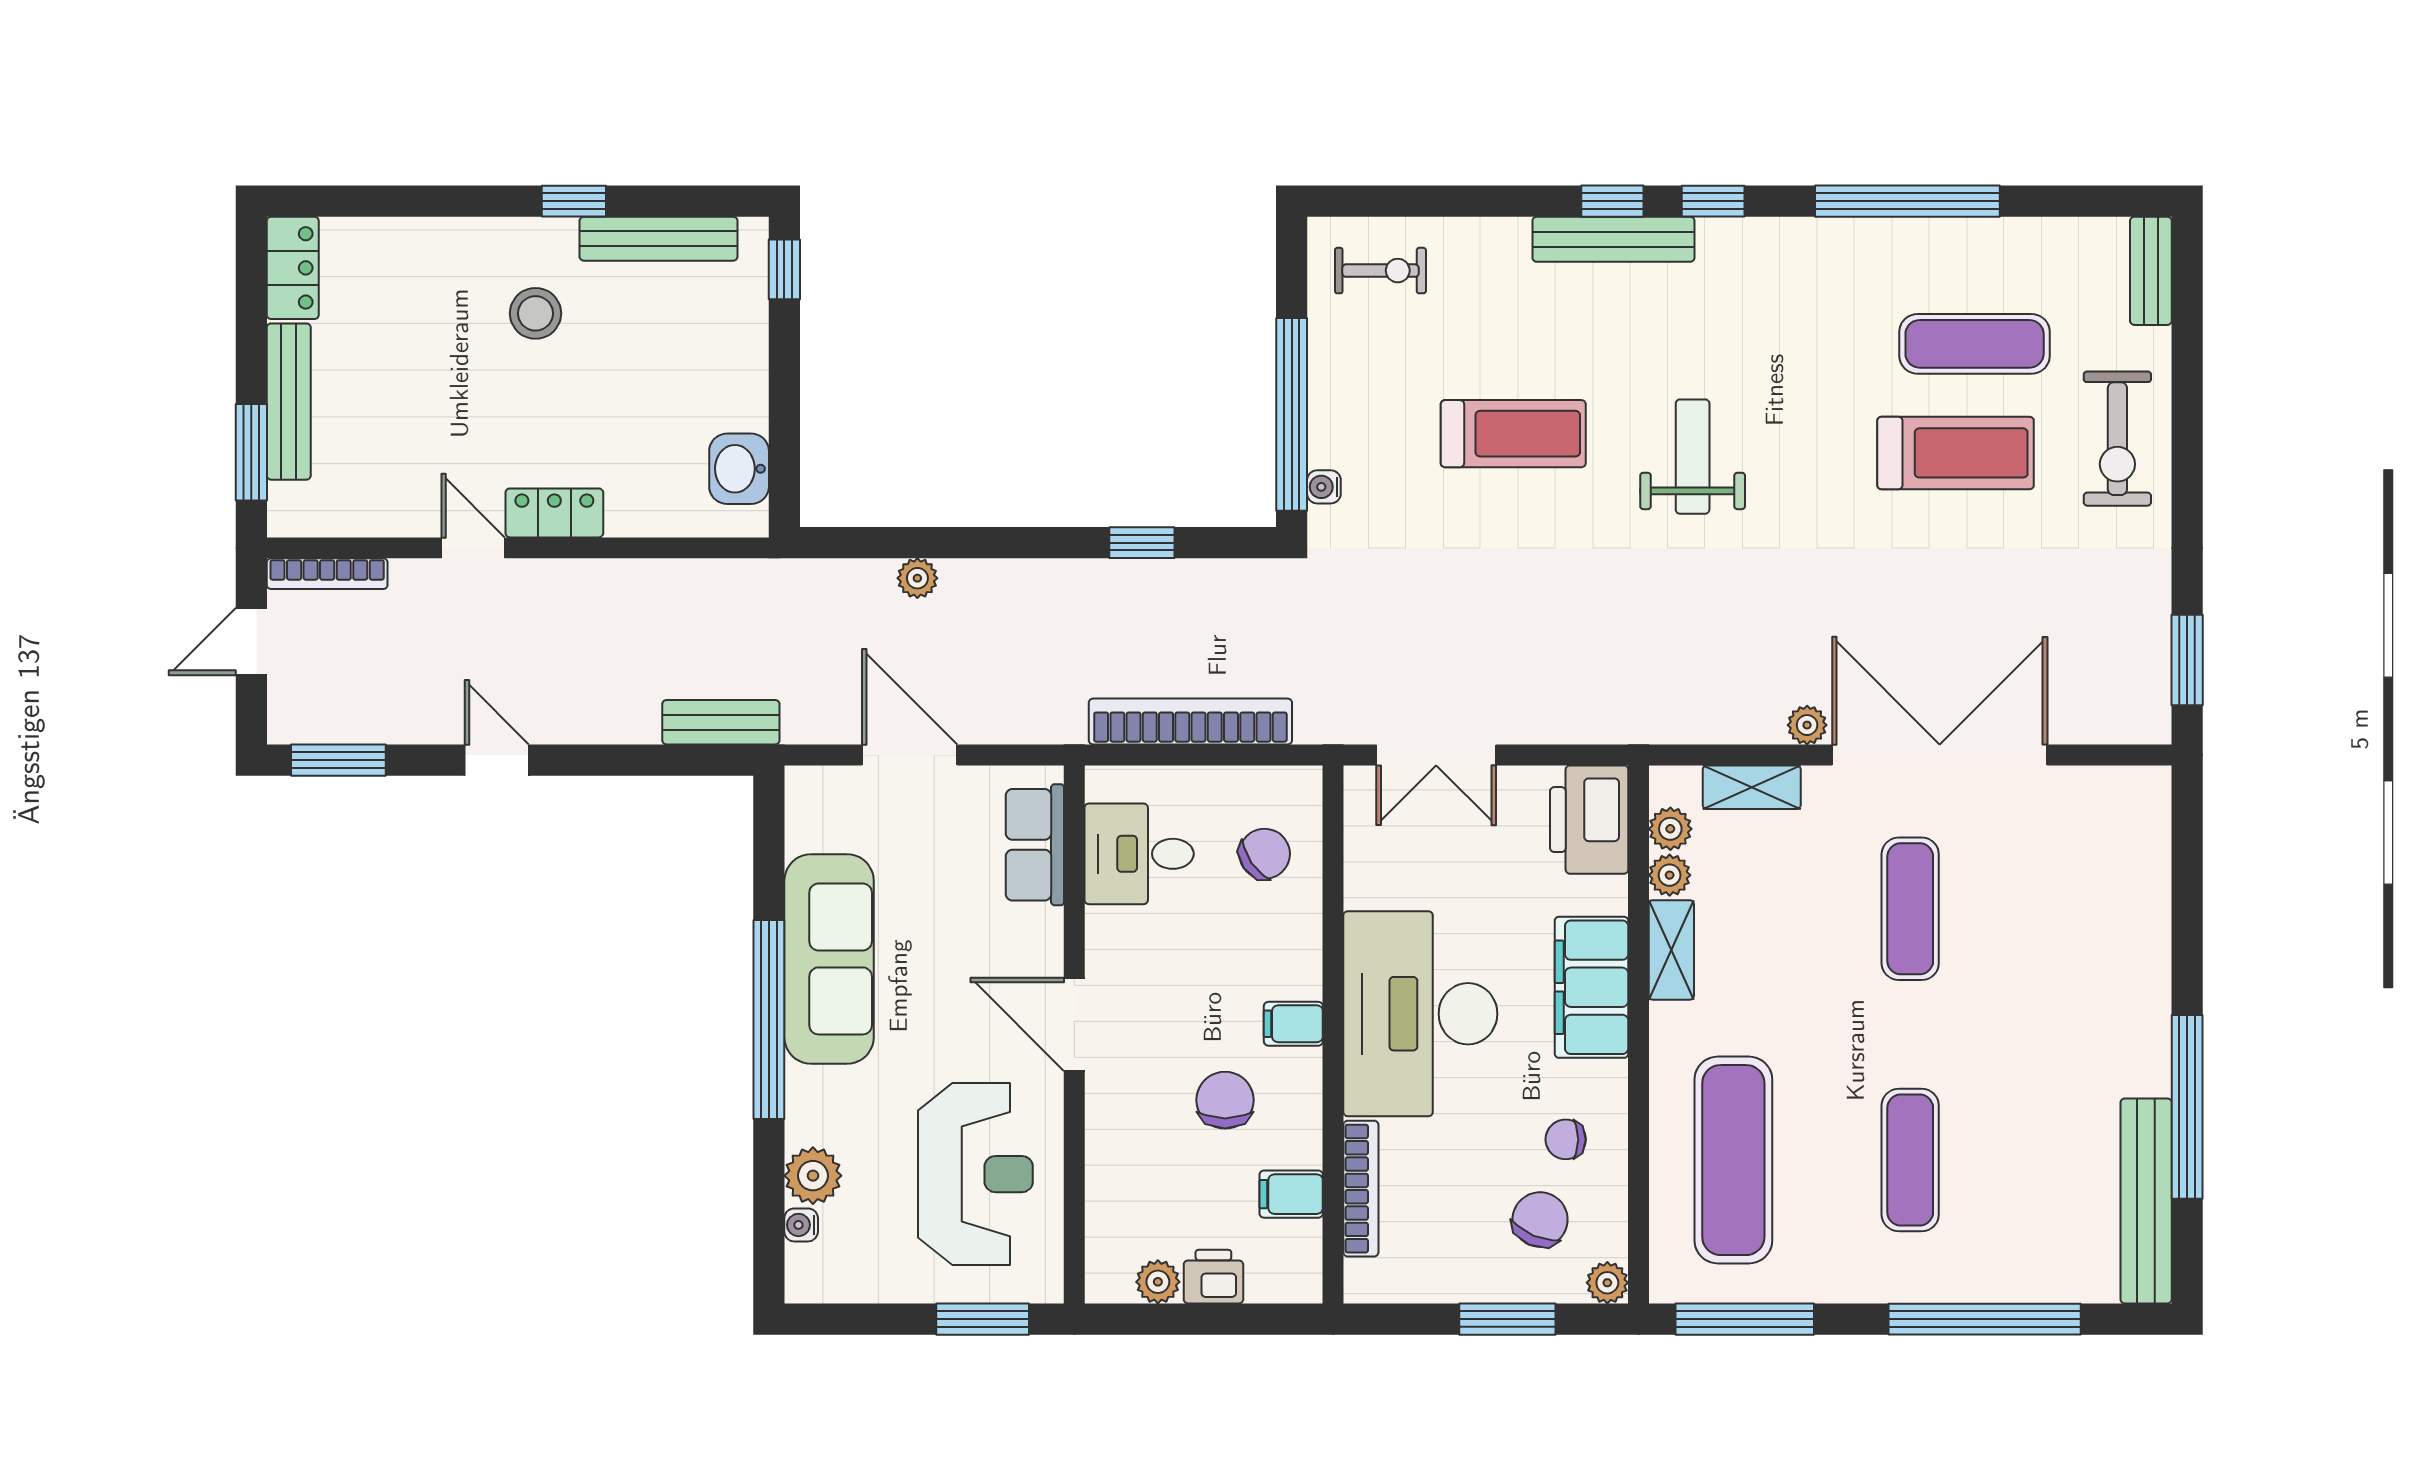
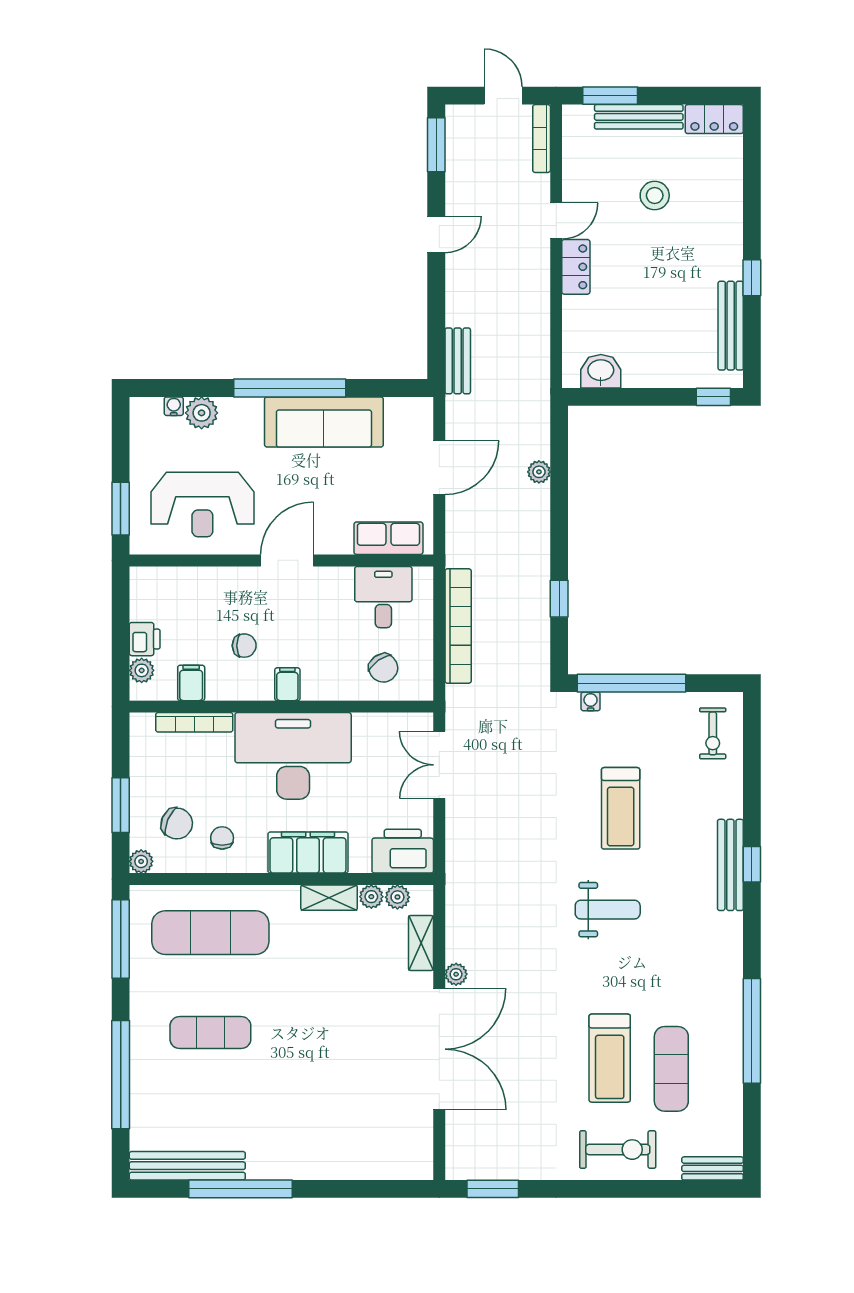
window: (1713, 201) -> (752, 921), removed
stool: (536, 313) -> (655, 195), moved
exercise bike: (2117, 439) -> (618, 1150), turned 180
exercise mat: (1910, 909) -> (352, 1033), removed
chair: (1225, 1100) -> (244, 646), width x0.73, depth x0.73
plant: (1158, 1282) -> (142, 670), moved

